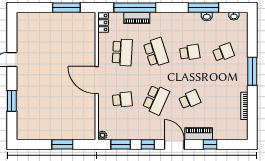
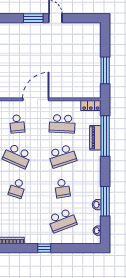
school desk: (223, 52) -> (62, 221), width x1.85
window: (252, 71) -> (44, 248), width x0.46
school desk: (190, 100) -> (17, 188), turned 42
window: (12, 101) -> (33, 18), moved

